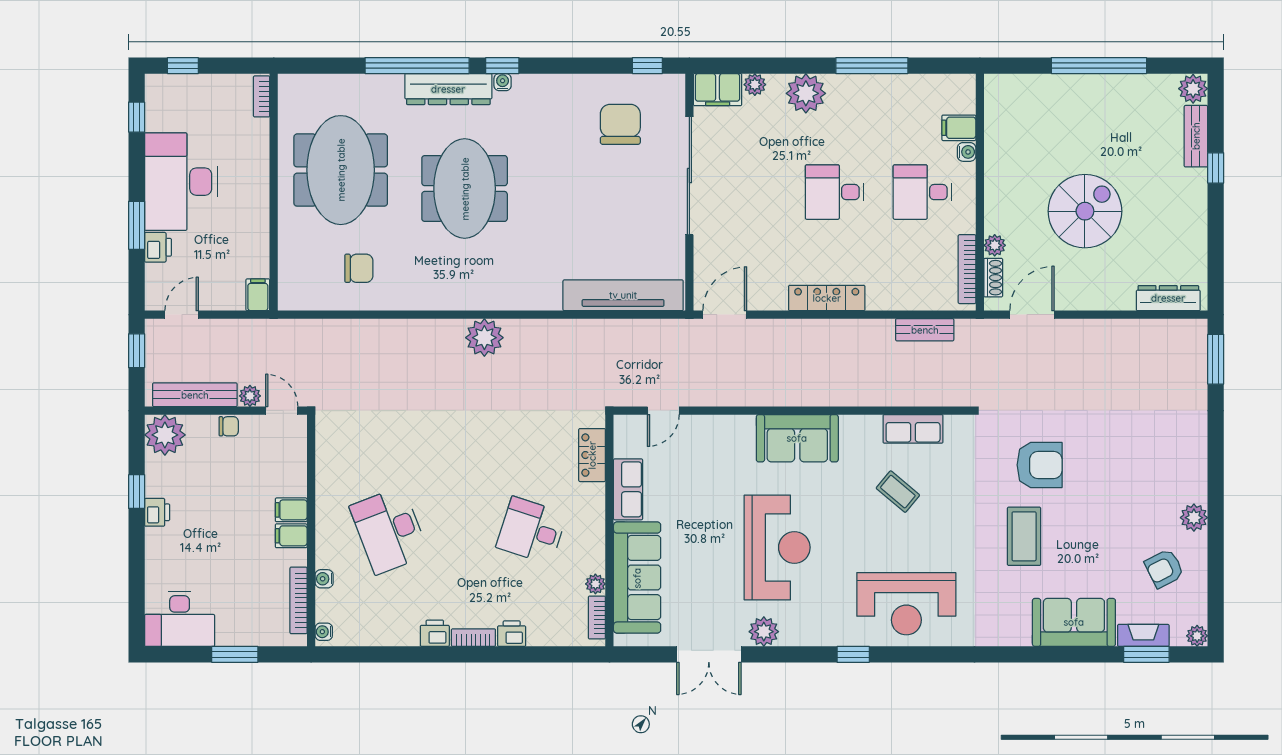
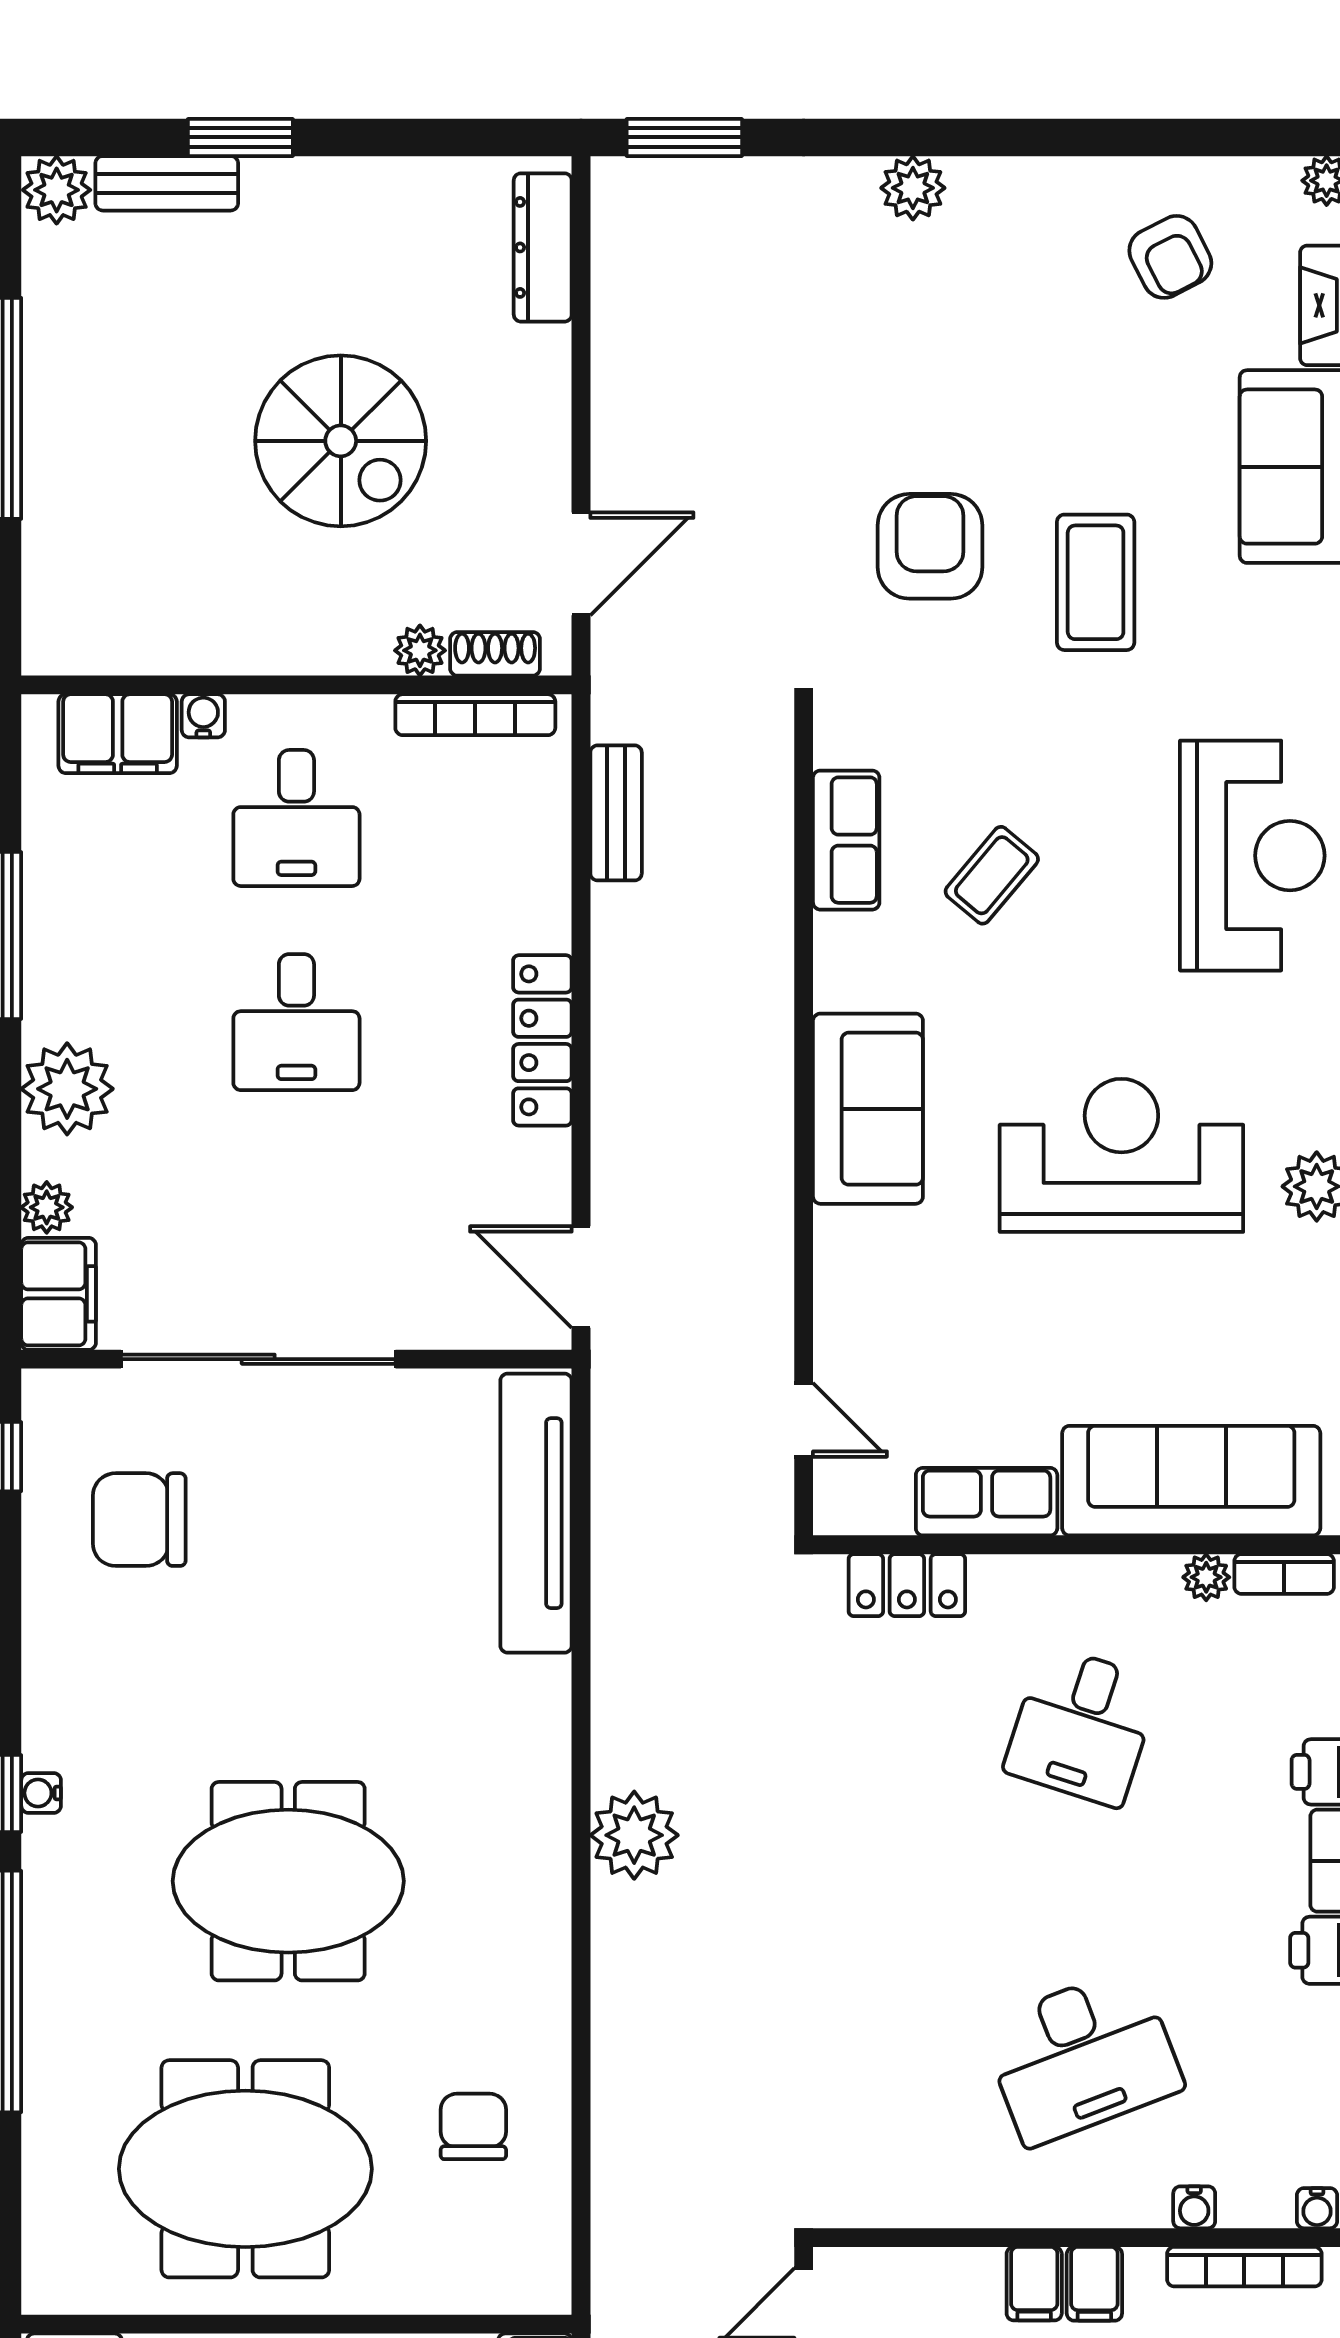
dresser: (448, 89) -> (57, 1919), removed
filing cabinet: (959, 128) -> (118, 734), width x2.00
window: (1216, 168) -> (240, 137), width x1.50
spiral stairs: (1085, 211) -> (341, 441), turned 180
door: (1032, 315) -> (581, 564), swing flipped
plant: (1194, 518) -> (913, 188), moved
coffee table: (1024, 536) -> (1096, 582), turned 90

